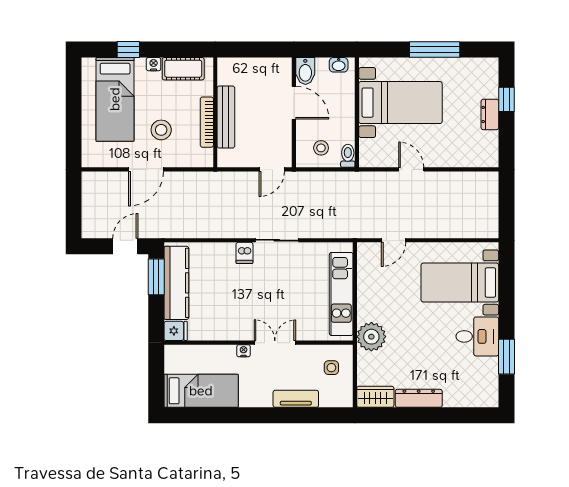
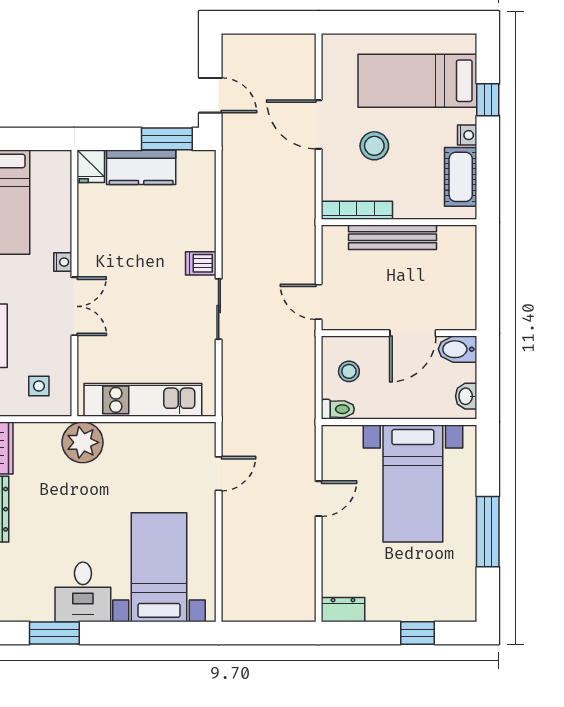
dresser: (490, 114) -> (343, 610), moved
bookcase: (207, 122) -> (357, 210), moved
door: (393, 240) -> (219, 474), swing flipped
kitchen counter: (176, 283) -> (141, 167), width x0.67

